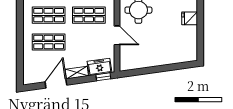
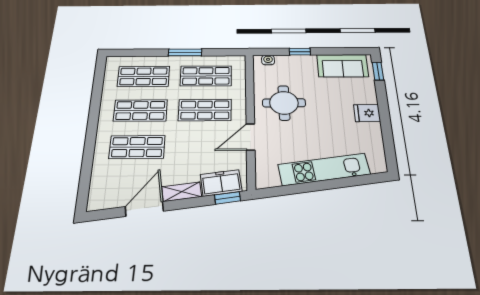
door: (117, 35) -> (250, 137), swing flipped
kitchen unit: (160, 58) -> (324, 169), added

